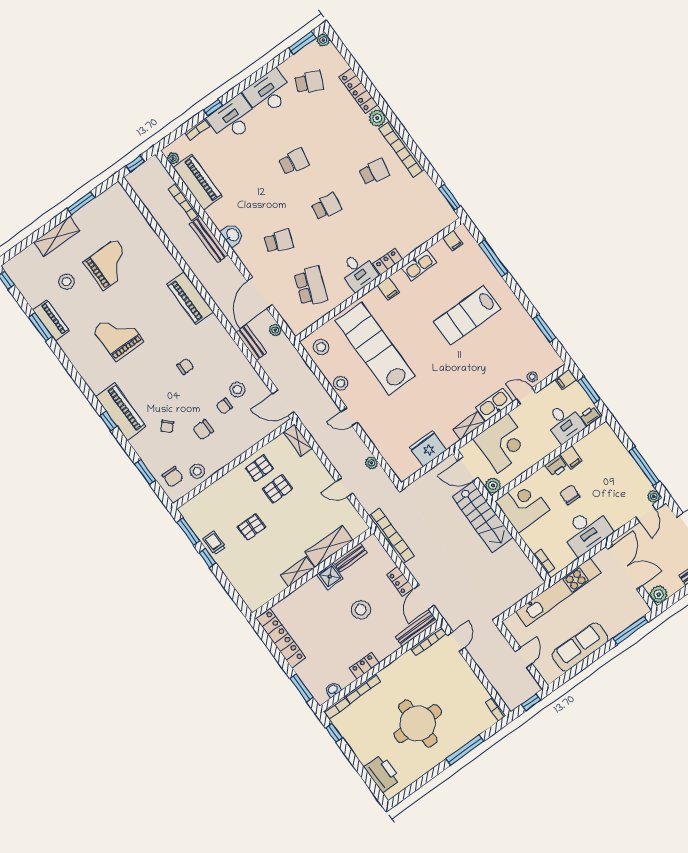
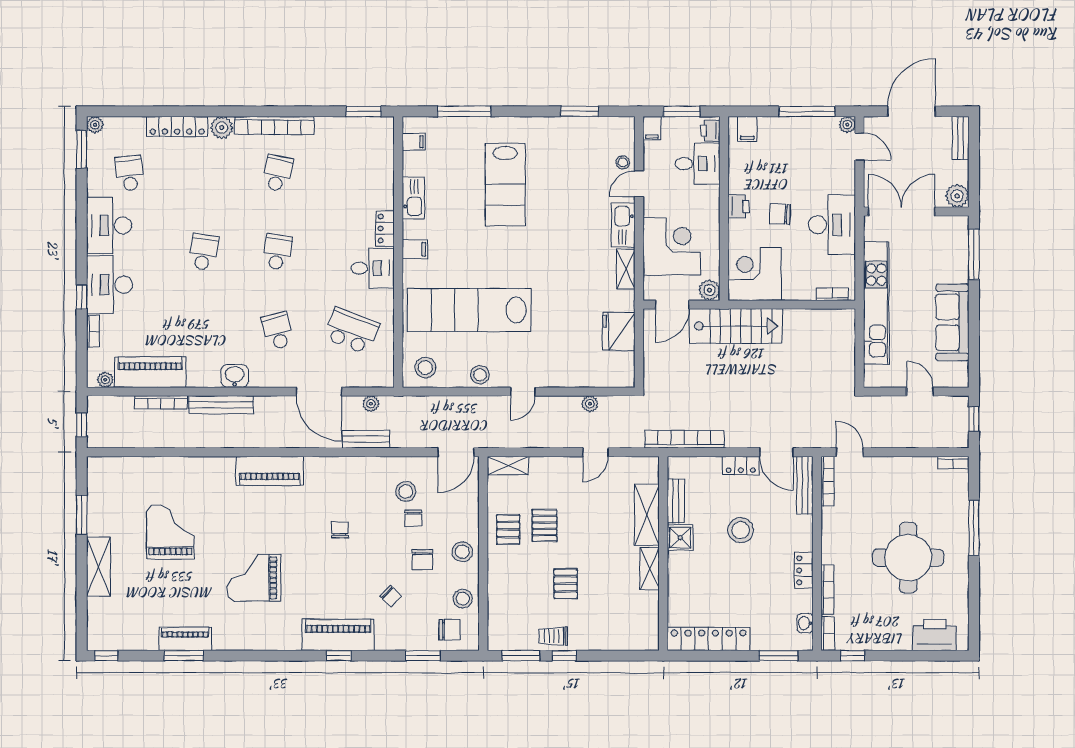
school desk: (309, 82) -> (129, 173), turned -30
school desk: (278, 241) -> (277, 331), turned -36
stool: (66, 282) -> (462, 552), moved
filing cabinet: (571, 458) -> (747, 129), moved, turned 90

